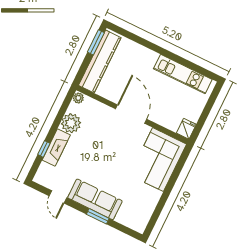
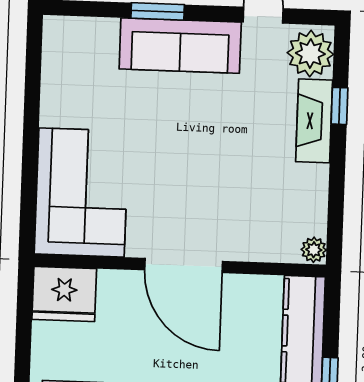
plant: (71, 123) -> (310, 54), moved
fridge: (186, 129) -> (64, 294), width x1.88, depth x1.34

